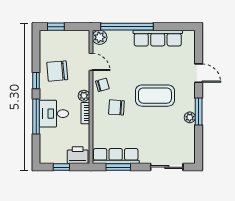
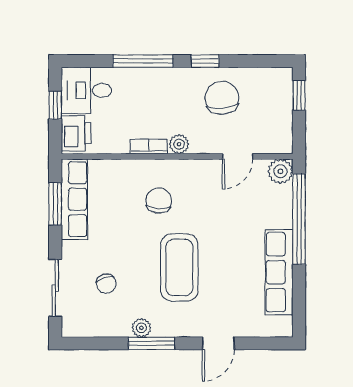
chair: (102, 85) -> (106, 284), moved
desk: (54, 114) -> (86, 90), moved, turned -90

